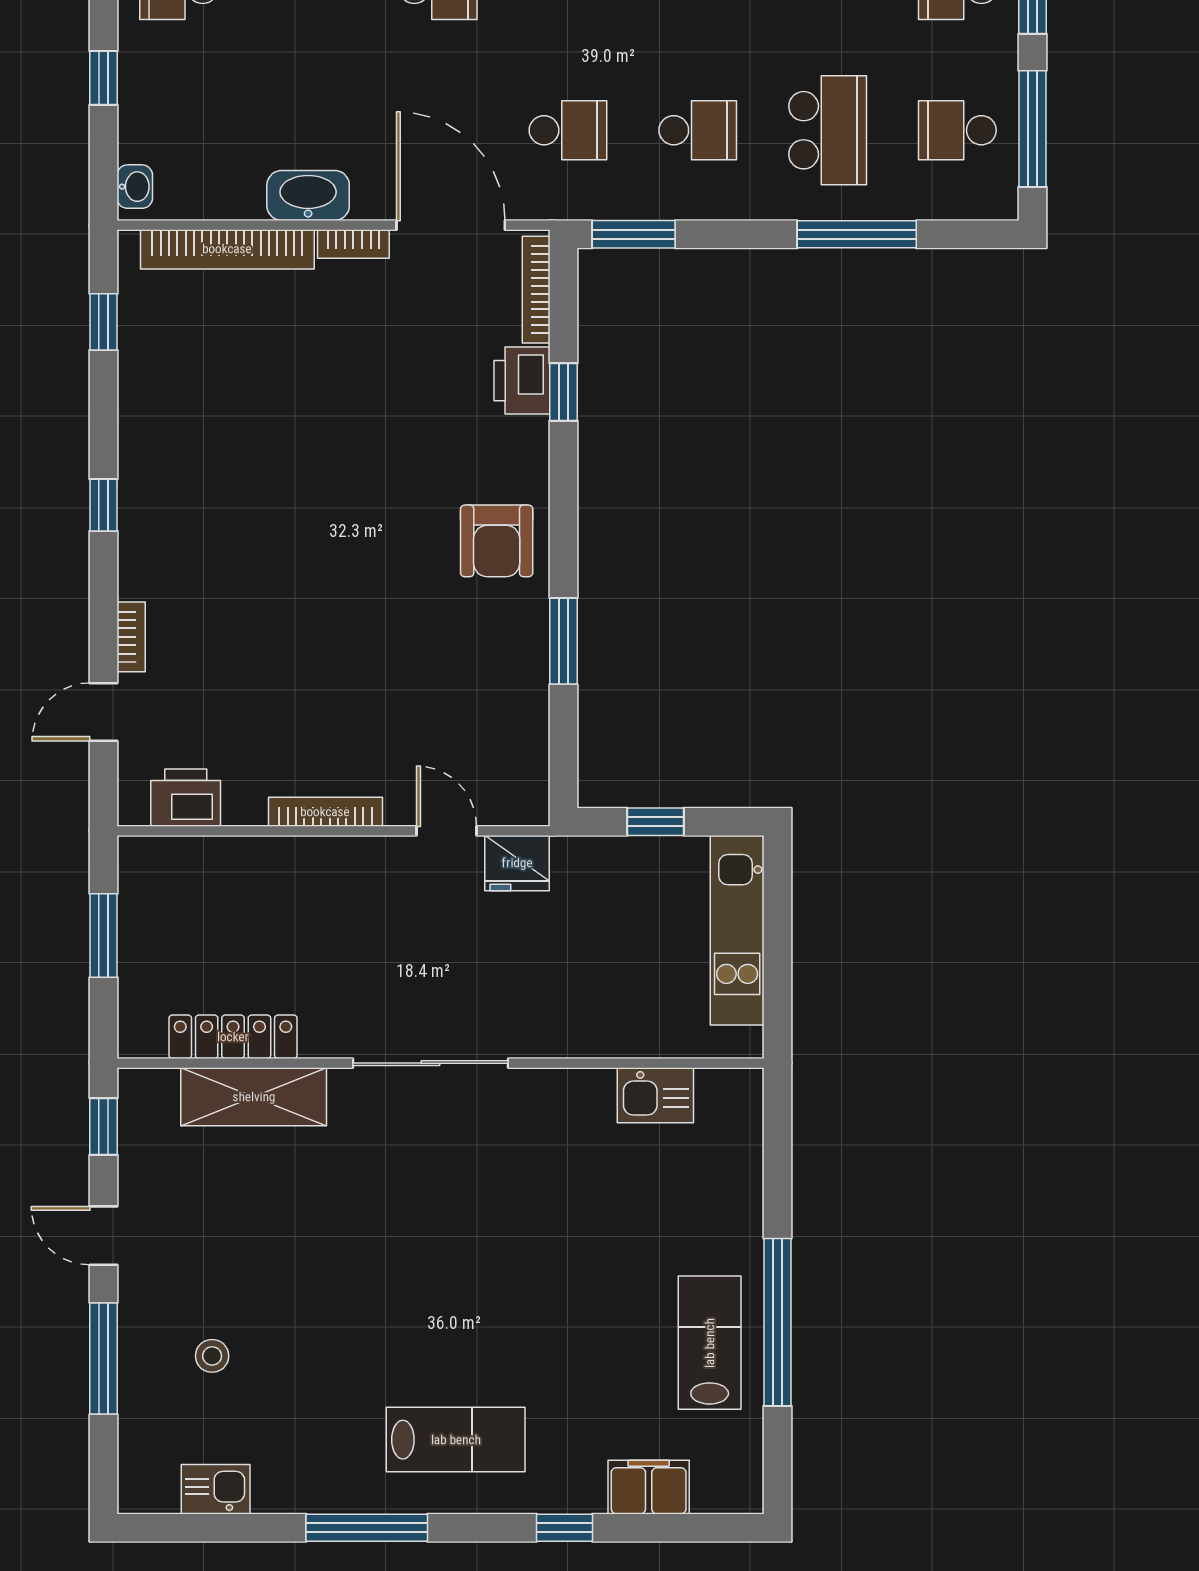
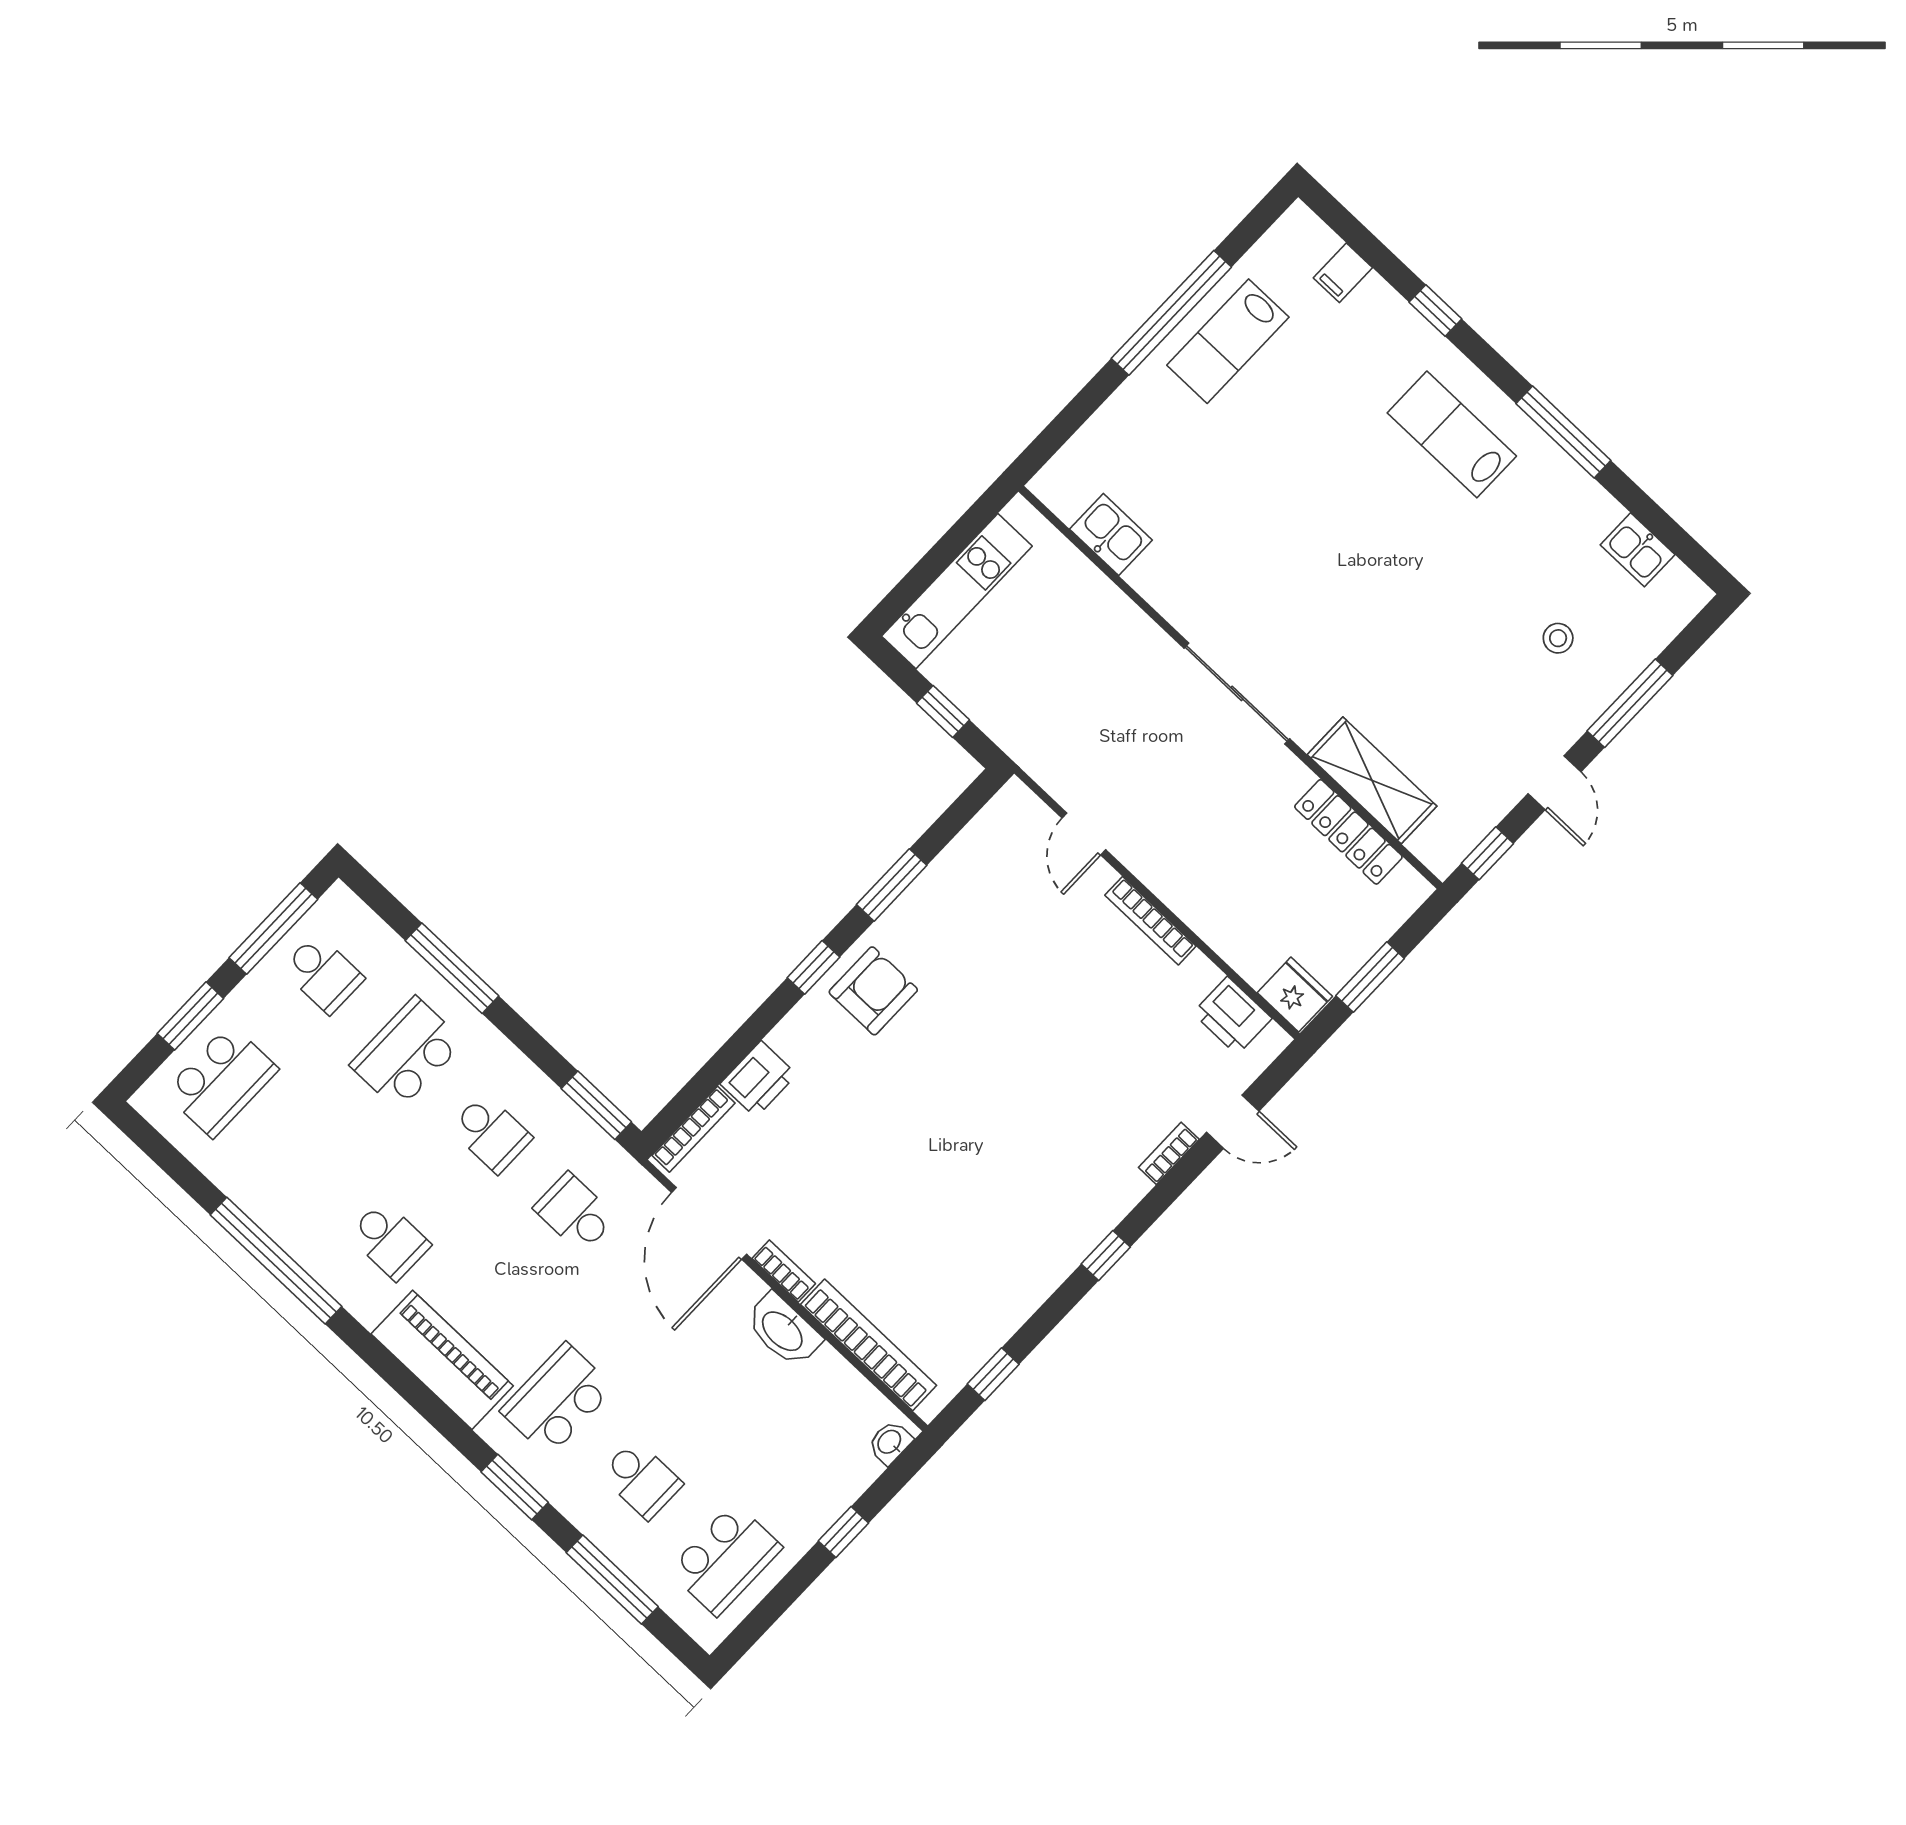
school desk: (698, 130) -> (491, 1133), turned 180
window: (563, 392) -> (813, 967), moved
fridge: (517, 863) -> (1295, 995), moved
filing cabinet: (649, 1487) -> (1343, 273), width x0.50

